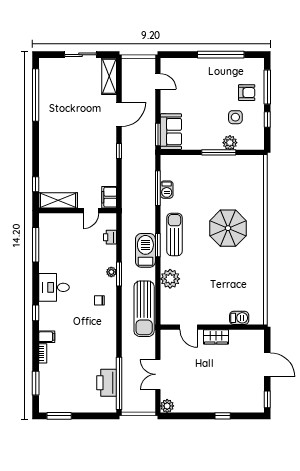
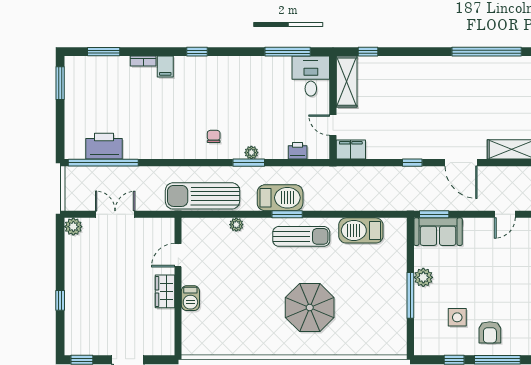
plant: (230, 143) -> (423, 277), moved
window: (158, 188) -> (363, 214), removed
barbecue: (167, 190) -> (361, 230), width x1.88, depth x1.53
plant: (170, 279) -> (236, 225), width x0.53, depth x0.53
desk: (54, 287) -> (311, 76), moved
barbecue: (239, 318) -> (190, 298), moved

